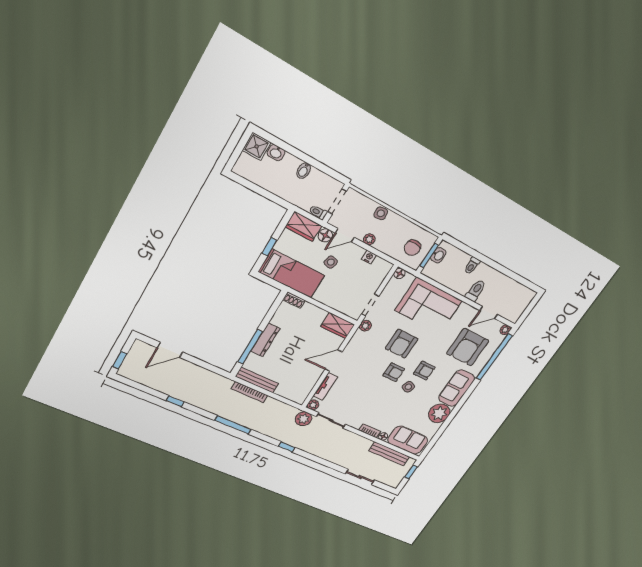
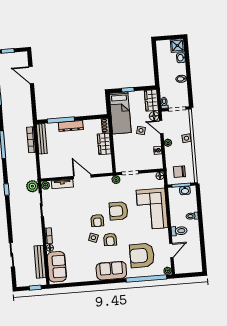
door: (489, 312) -> (171, 251), swing flipped
wardrobe: (338, 326) -> (104, 144), moved
plant: (439, 413) -> (88, 273), removed

